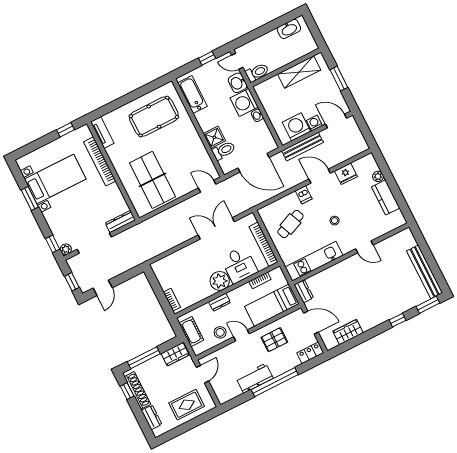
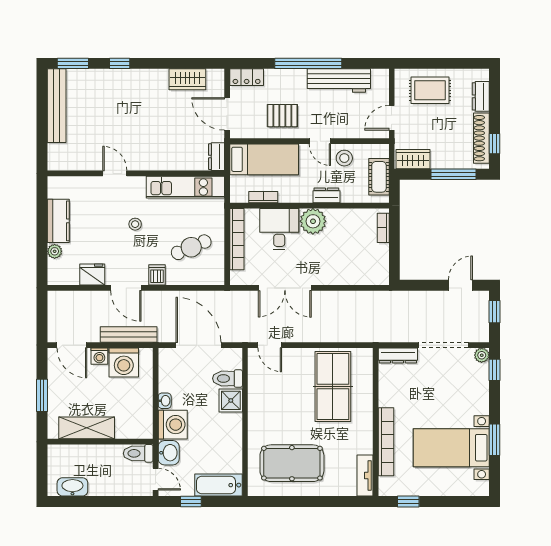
bathtub: (192, 95) -> (218, 485), moved, turned 90
workbench: (255, 378) -> (339, 81), width x1.38

